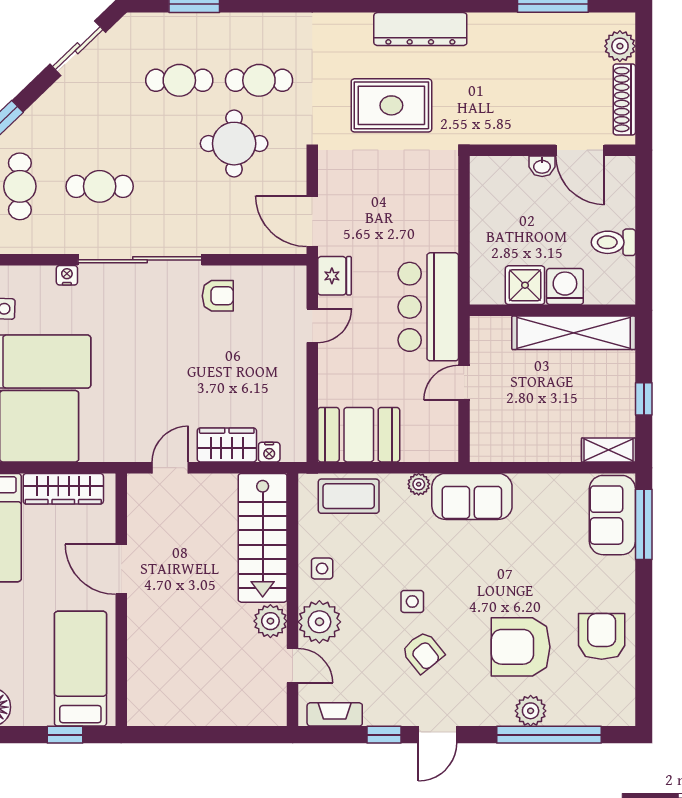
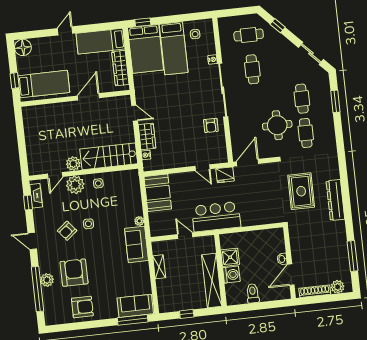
shelving: (609, 450) -> (159, 267), moved
coffee table: (349, 496) -> (131, 191), removed
window: (384, 735) -> (28, 203), moved

